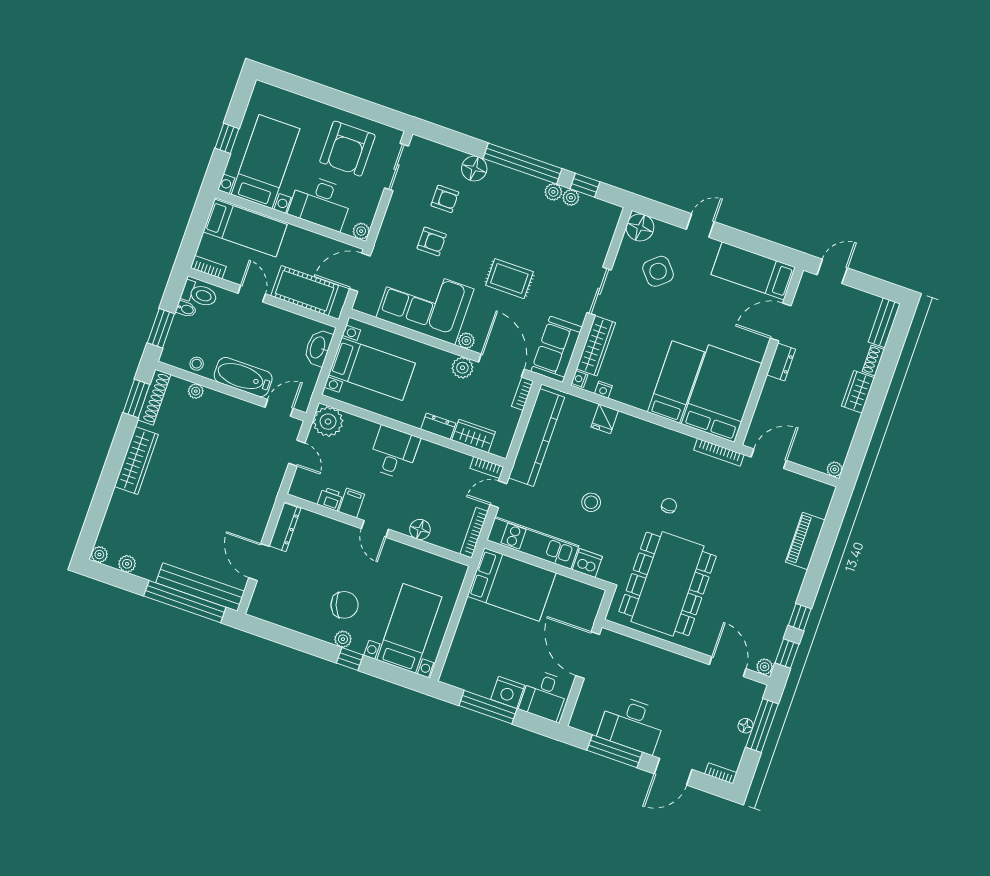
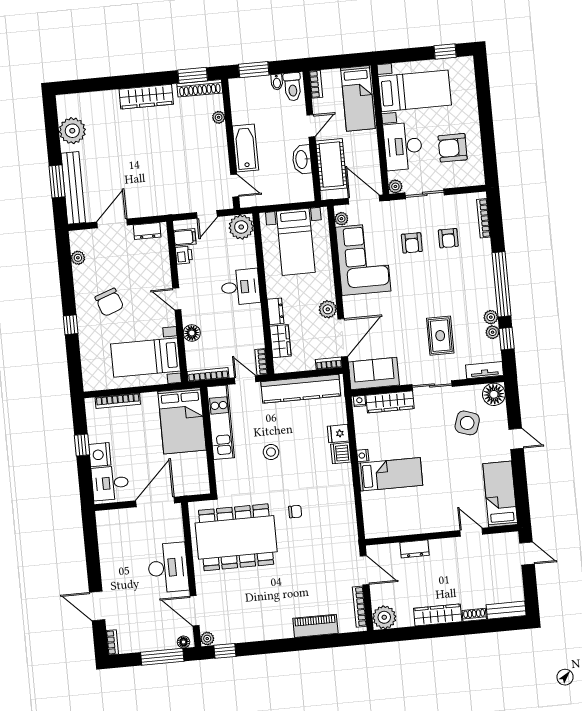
window: (227, 138) -> (445, 51), moved
armchair: (347, 149) -> (453, 148), width x0.73, depth x0.73
bookcase: (441, 150) -> (484, 218), added
sliding door: (397, 167) -> (425, 194), moved
floor lamp: (474, 169) -> (481, 250), removed
tv unit: (609, 226) -> (485, 370), added
side table: (658, 271) -> (467, 423), turned -31
rug: (509, 279) -> (440, 336), moved
door: (781, 322) -> (471, 532), width x0.73
plant: (466, 341) -> (341, 219), moved
washbasin: (318, 348) -> (302, 159), moved, turned -90
dresser: (781, 362) -> (414, 549), moved
stool: (197, 364) -> (239, 109), removed
nightstand: (603, 390) -> (363, 455), moved
wardrobe: (858, 392) -> (438, 615), width x1.50
bed: (722, 394) -> (397, 512), removed
bookcase: (719, 452) -> (360, 607), moved
plant: (835, 469) -> (384, 617), width x1.88, depth x1.88
filing cabinet: (352, 503) -> (185, 237), moved
dresser: (285, 527) -> (147, 231), width x0.70
door: (375, 529) -> (177, 299), hinge flipped
plant: (99, 555) -> (63, 101), removed
dishwasher: (587, 563) -> (341, 453), moved, turned 180
plant: (127, 564) -> (72, 131), width x1.88, depth x1.88
window: (185, 602) -> (57, 181), width x0.47
window: (800, 617) -> (257, 648), removed
bed with nightstands: (409, 628) -> (145, 357), moved, turned 180
plant: (343, 639) -> (78, 258), moved
bookcase: (457, 645) -> (118, 401), added
door: (728, 667) -> (195, 611), swing flipped
window: (488, 707) -> (82, 445), width x0.46
desk: (632, 724) -> (168, 568), moved, turned 180
floor lamp: (746, 726) -> (184, 642), moved
window: (615, 751) -> (92, 555), removed

